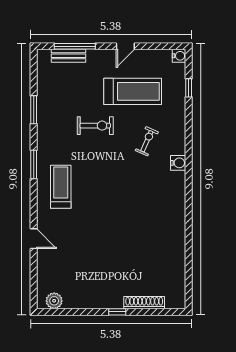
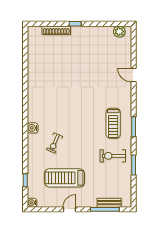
exercise bike: (95, 126) -> (113, 156), moved
treadmill: (61, 187) -> (113, 123), moved

